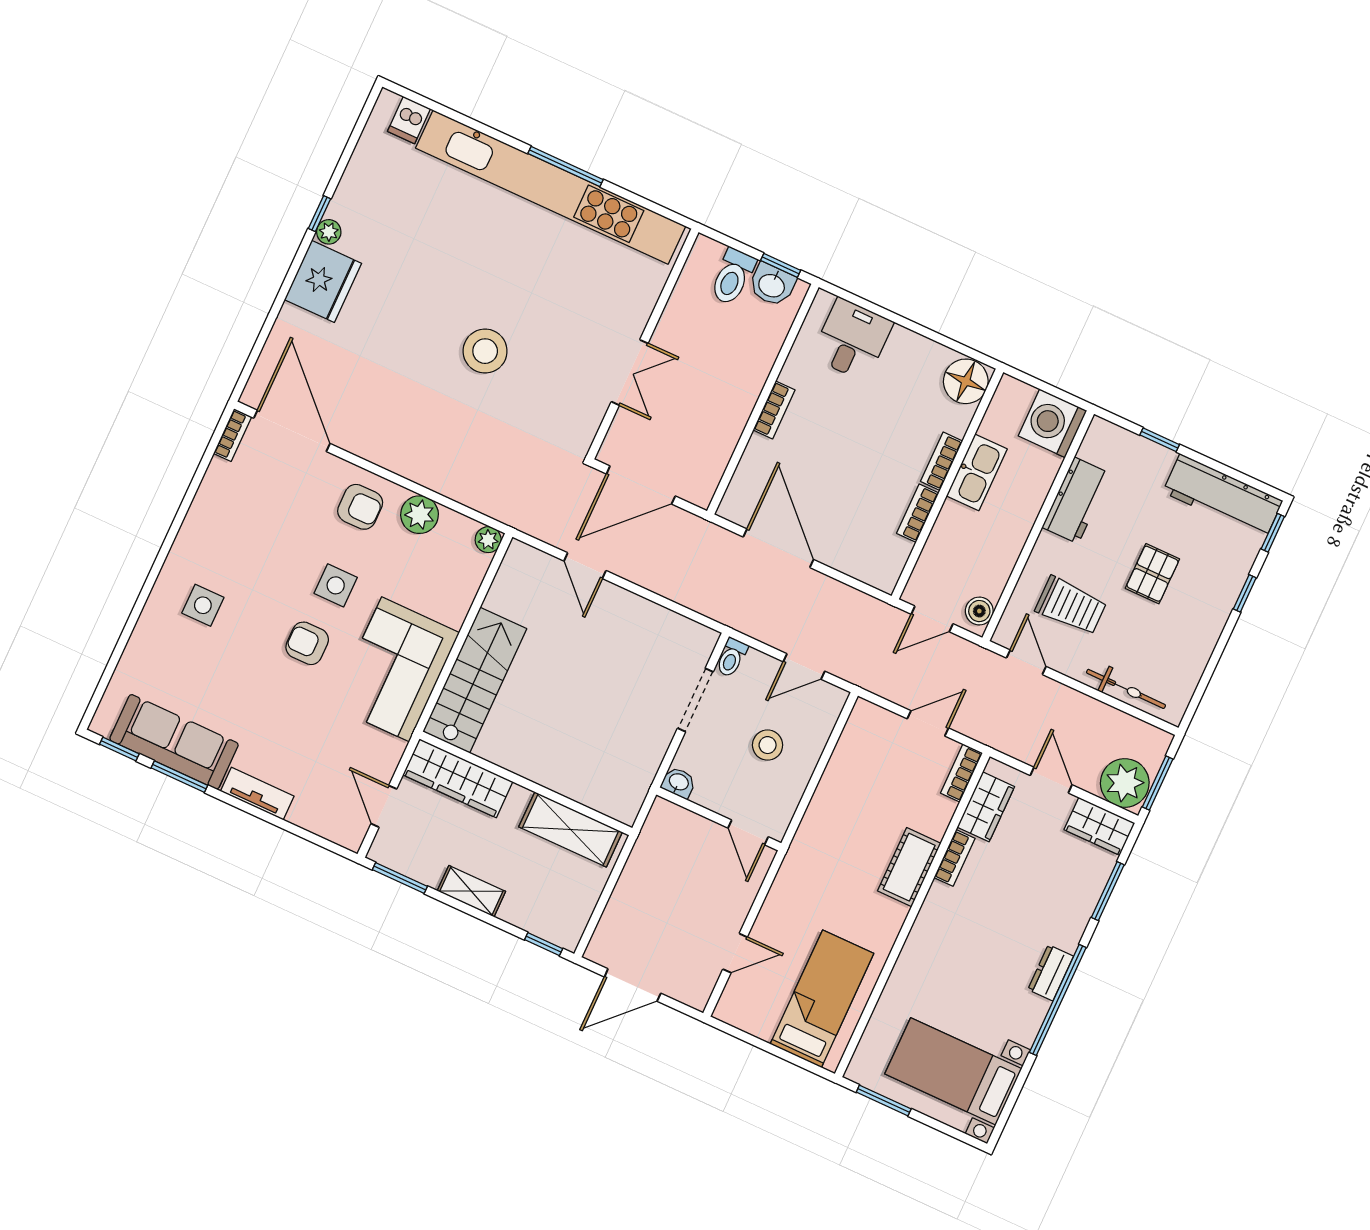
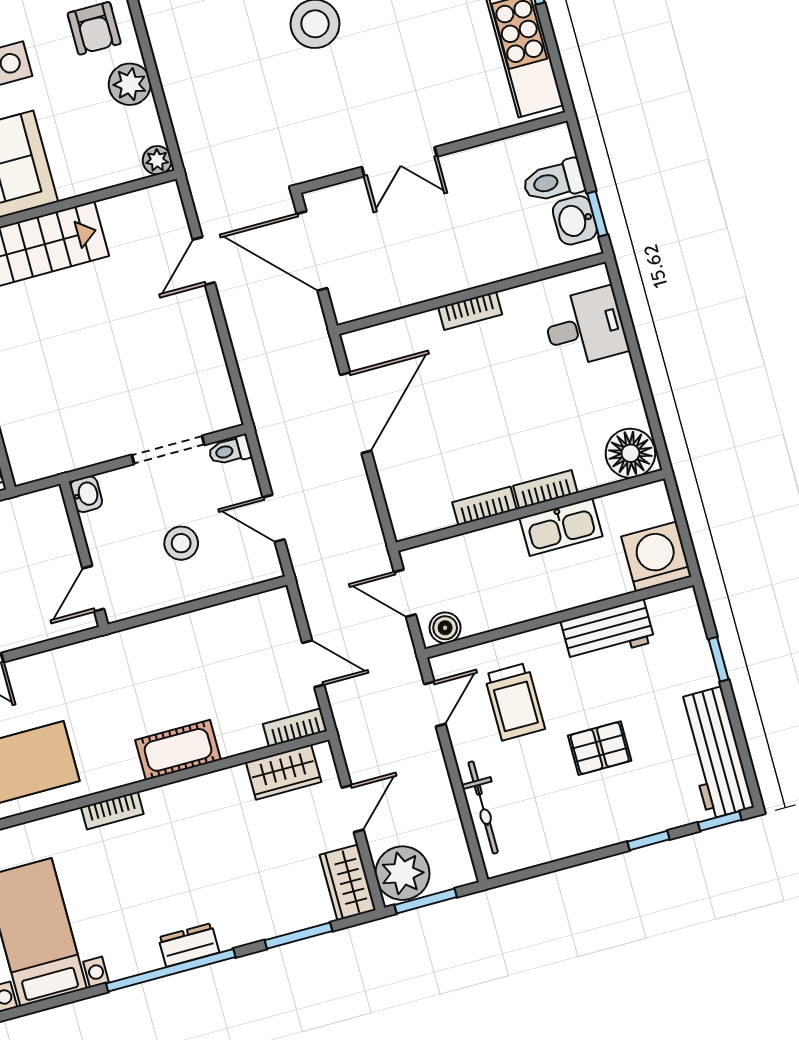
bookcase: (954, 858) -> (112, 811), moved

